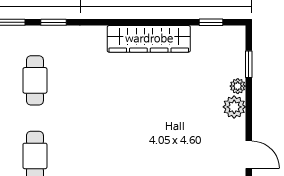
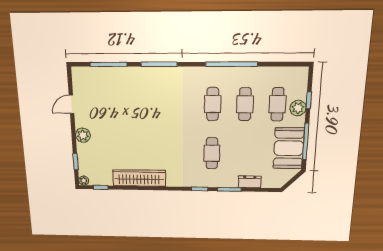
plant: (238, 86) -> (84, 181), moved
door: (249, 155) -> (72, 104), hinge flipped

